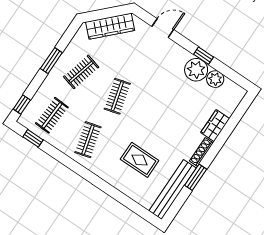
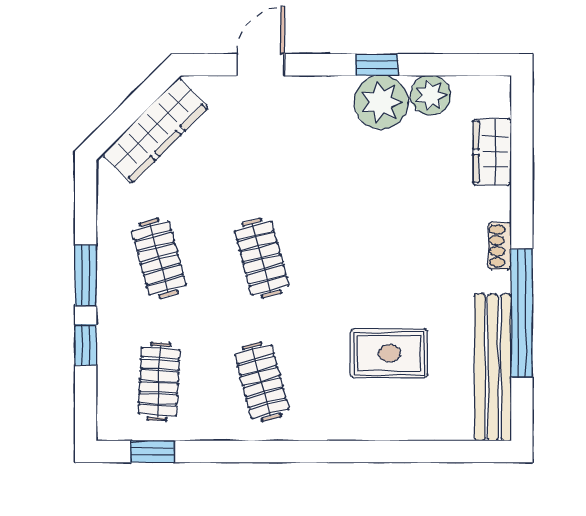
clothes rail: (81, 72) -> (159, 258), turned -30
window: (22, 104) -> (86, 345), moved
wardrobe: (215, 126) -> (492, 152), moved
shoe rack: (201, 152) -> (500, 246), width x0.70
window: (196, 177) -> (522, 313), width x2.11

